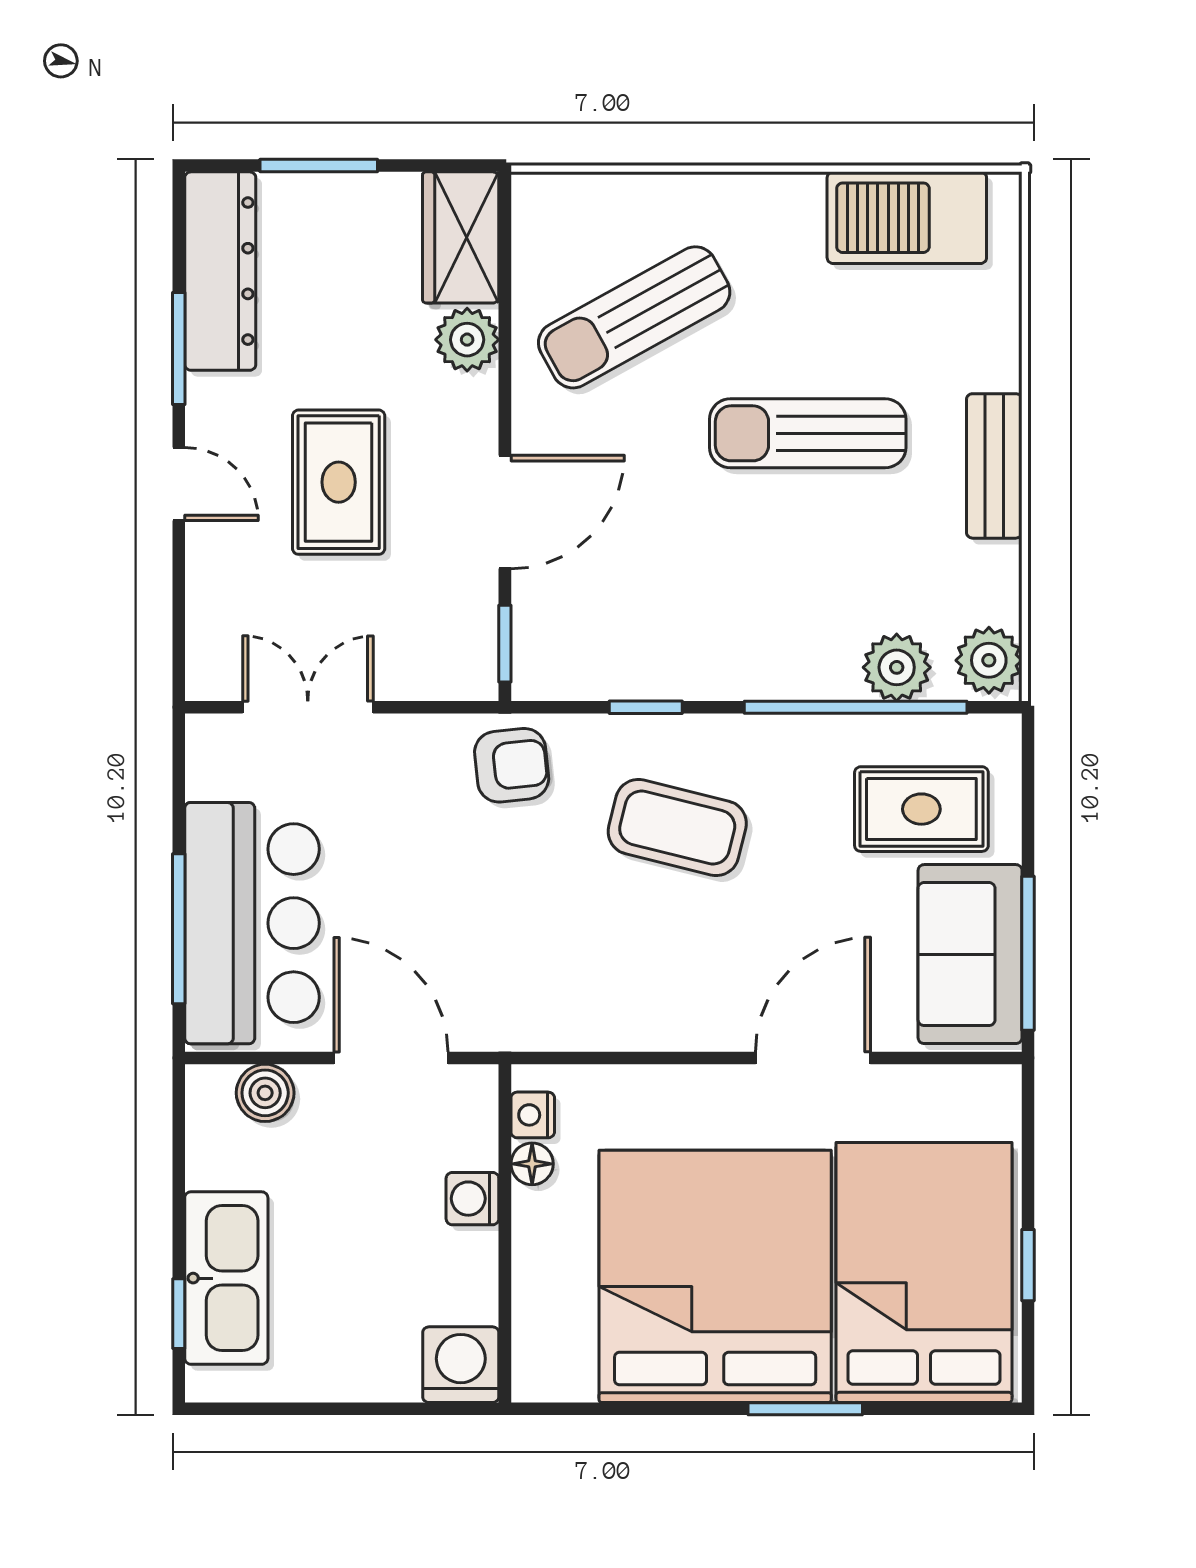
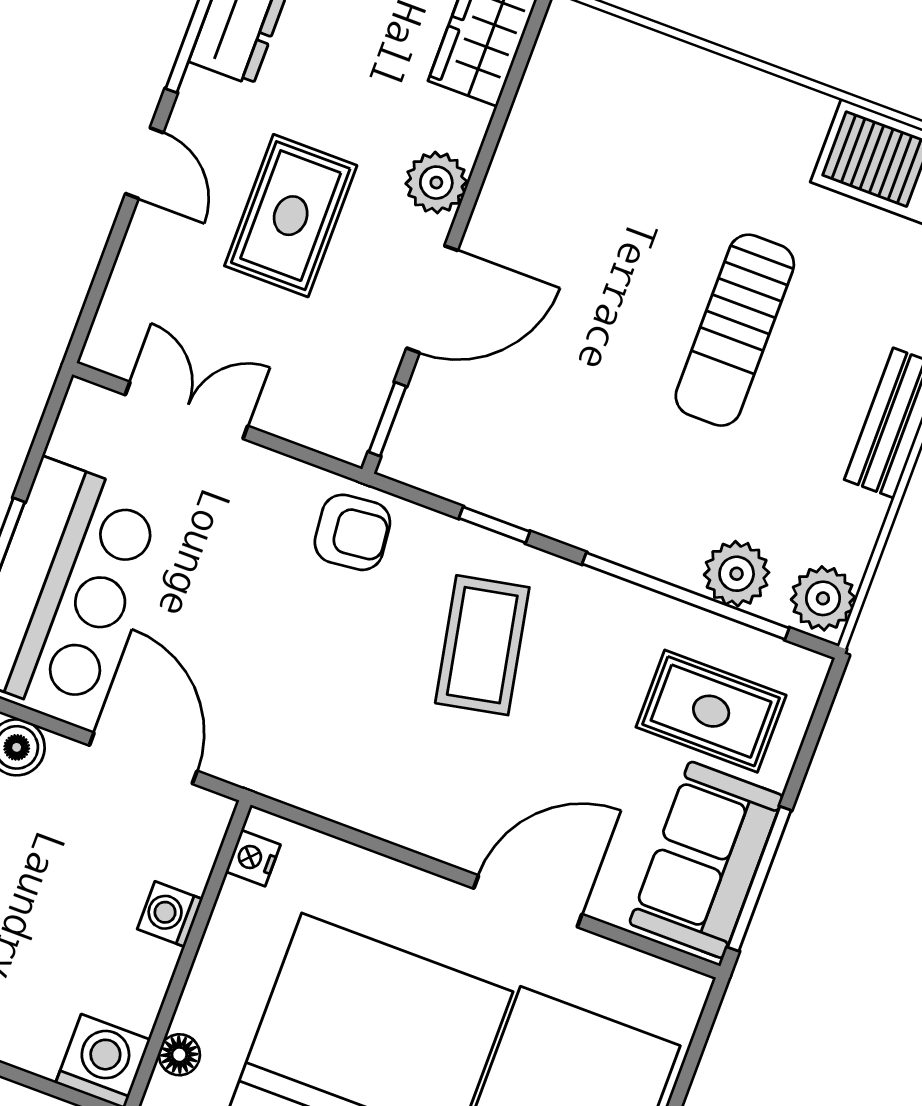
sun lounger: (634, 317) -> (616, 166), removed
plant: (467, 340) -> (436, 183), moved
sun lounger: (808, 433) -> (735, 330), turned -90
coffee table: (677, 827) -> (482, 645), turned 65
floor lamp: (532, 1164) -> (179, 1055), moved

